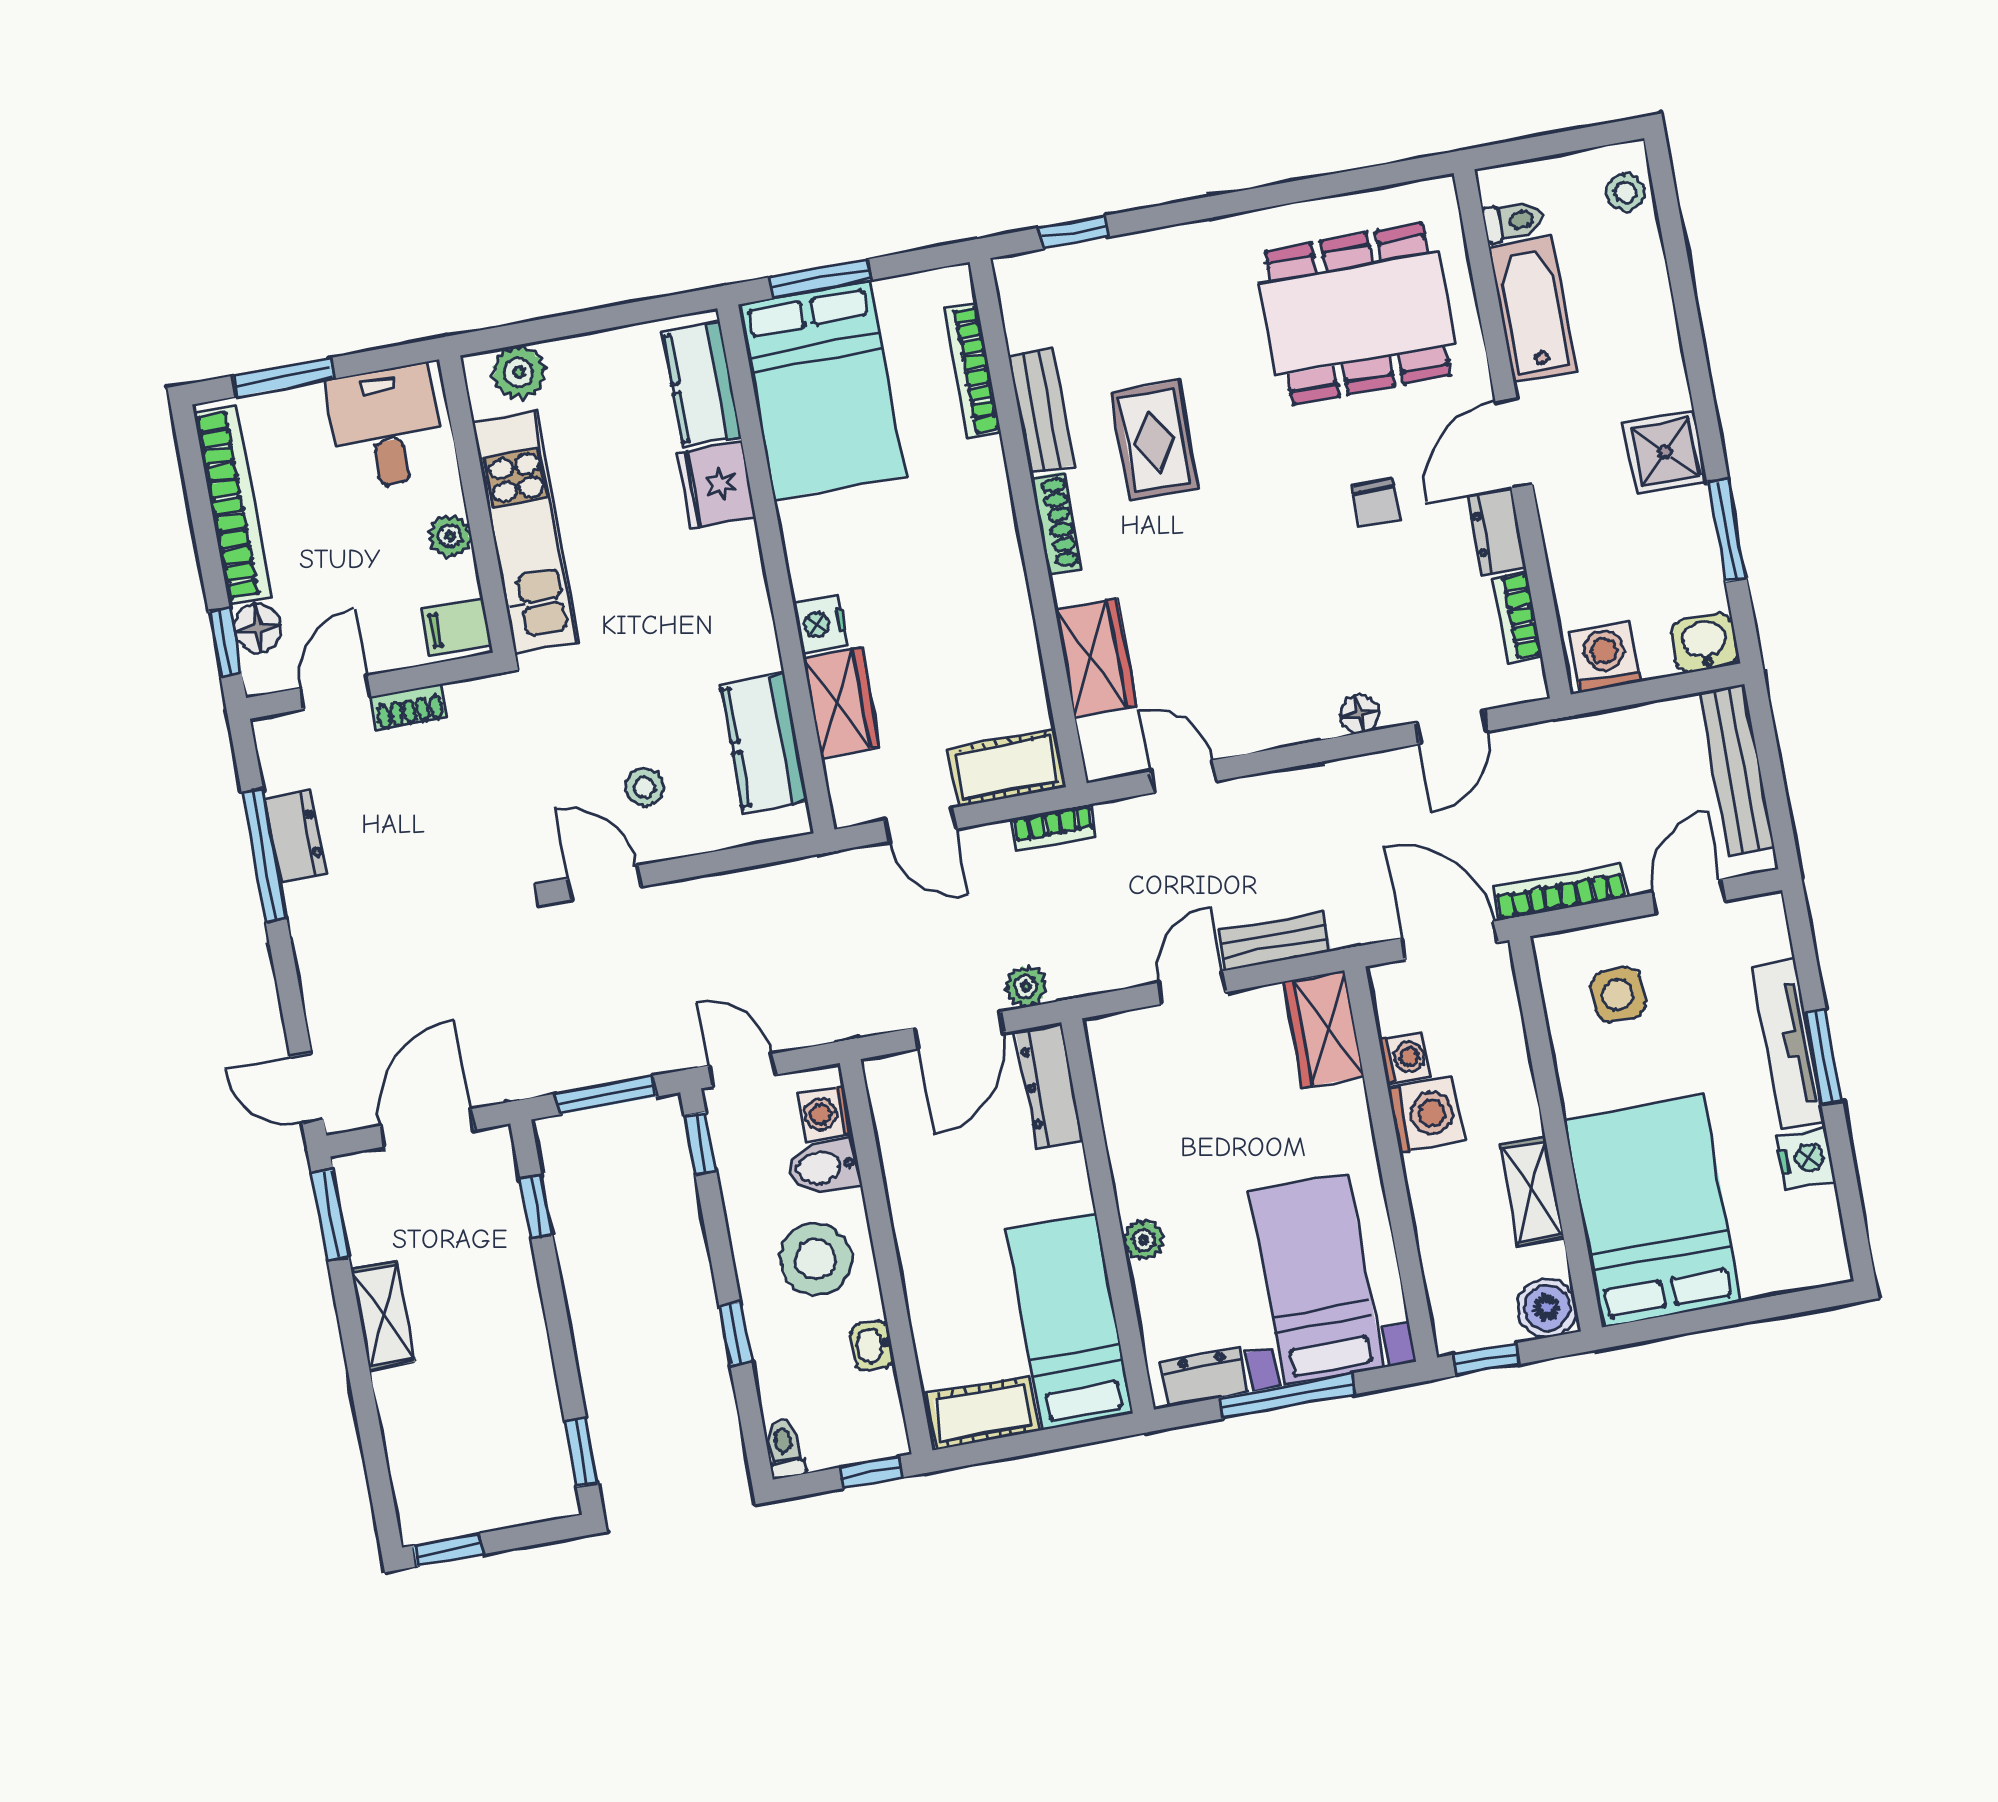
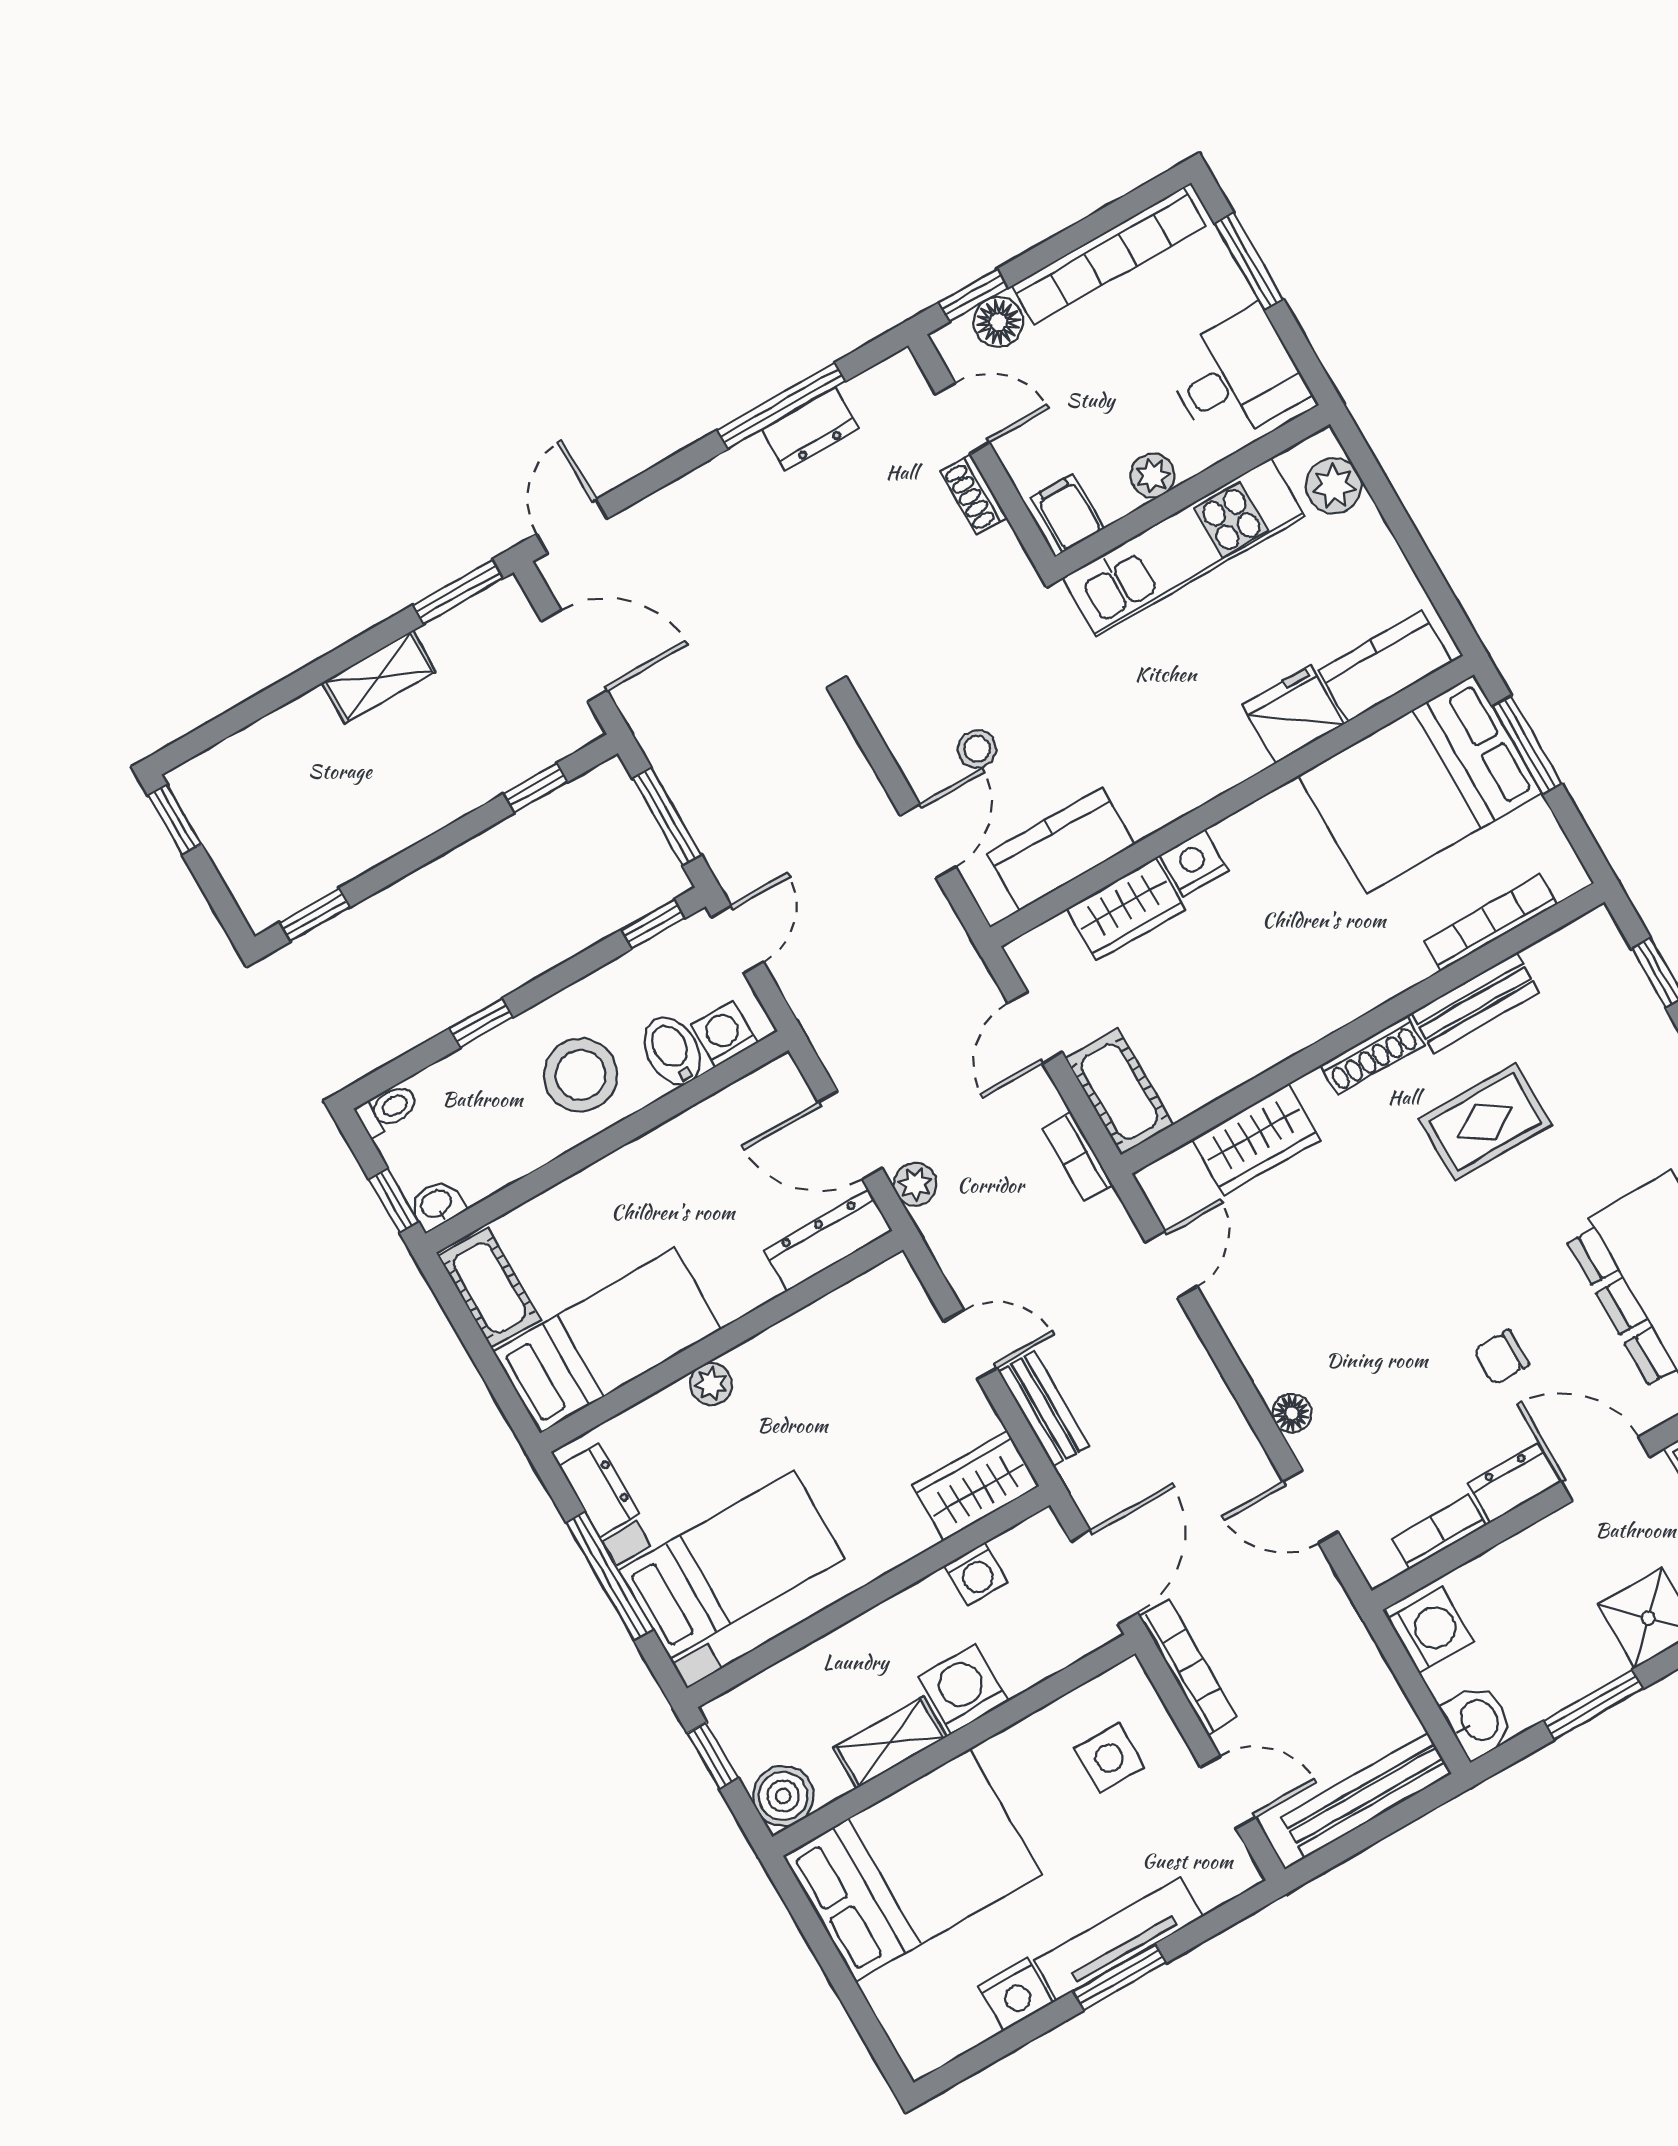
door: (604, 883) -> (928, 841), moved
washing machine: (1425, 1114) -> (963, 1689), moved, turned 180
washbasin: (872, 1346) -> (437, 1205), moved

